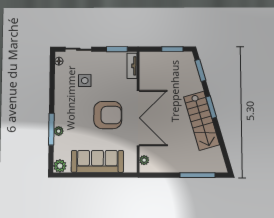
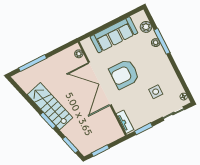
plant: (60, 166) -> (146, 27), moved

